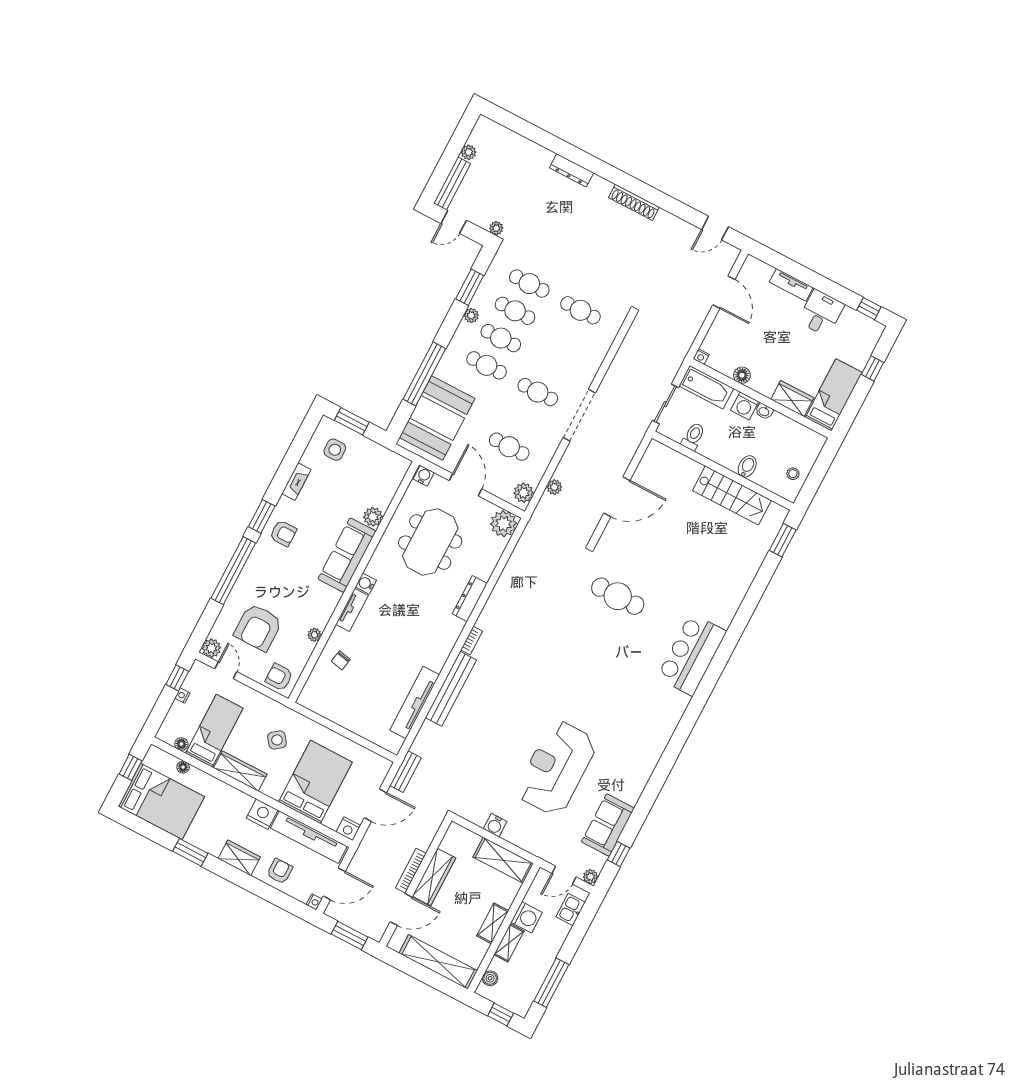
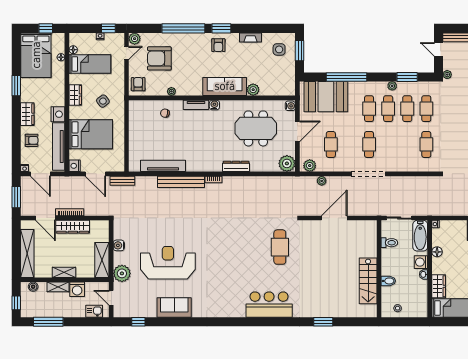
door: (617, 497) -> (334, 218), swing flipped
window: (783, 540) -> (323, 322), moved
wardrobe: (240, 771) -> (75, 95), width x0.67
sofa: (608, 825) -> (174, 307), moved
plant: (590, 877) -> (122, 273), moved, width x1.88, depth x1.88

